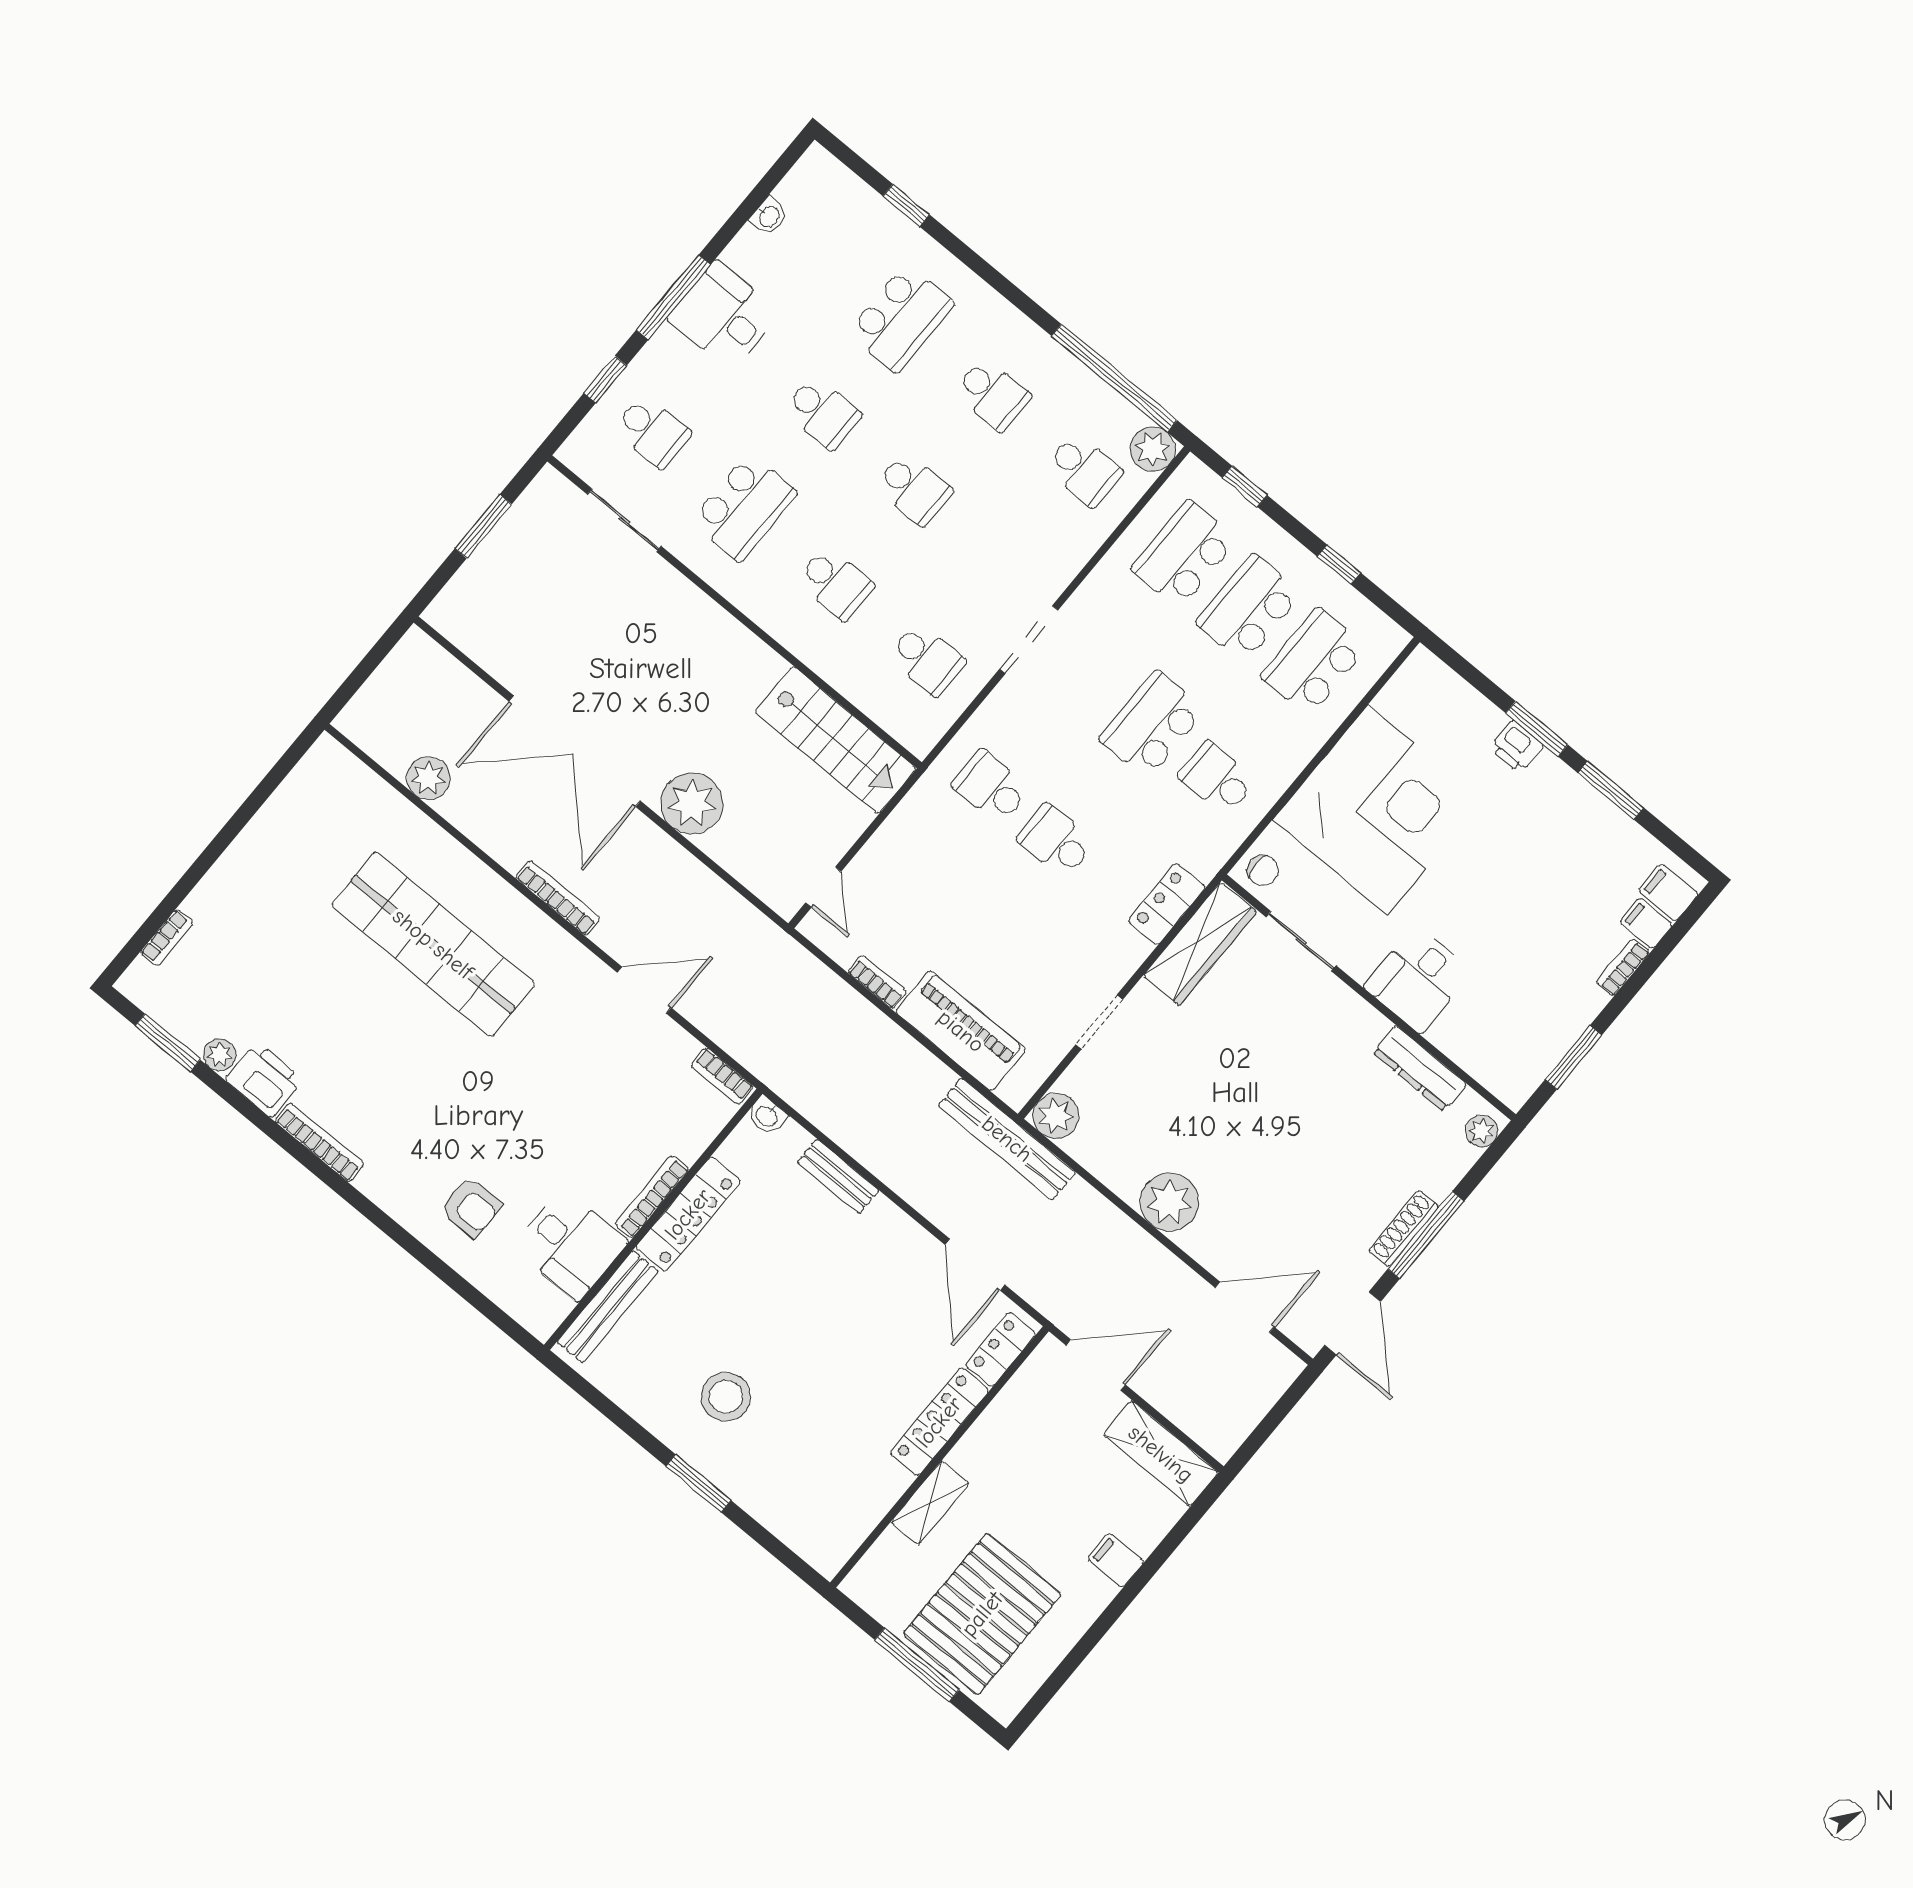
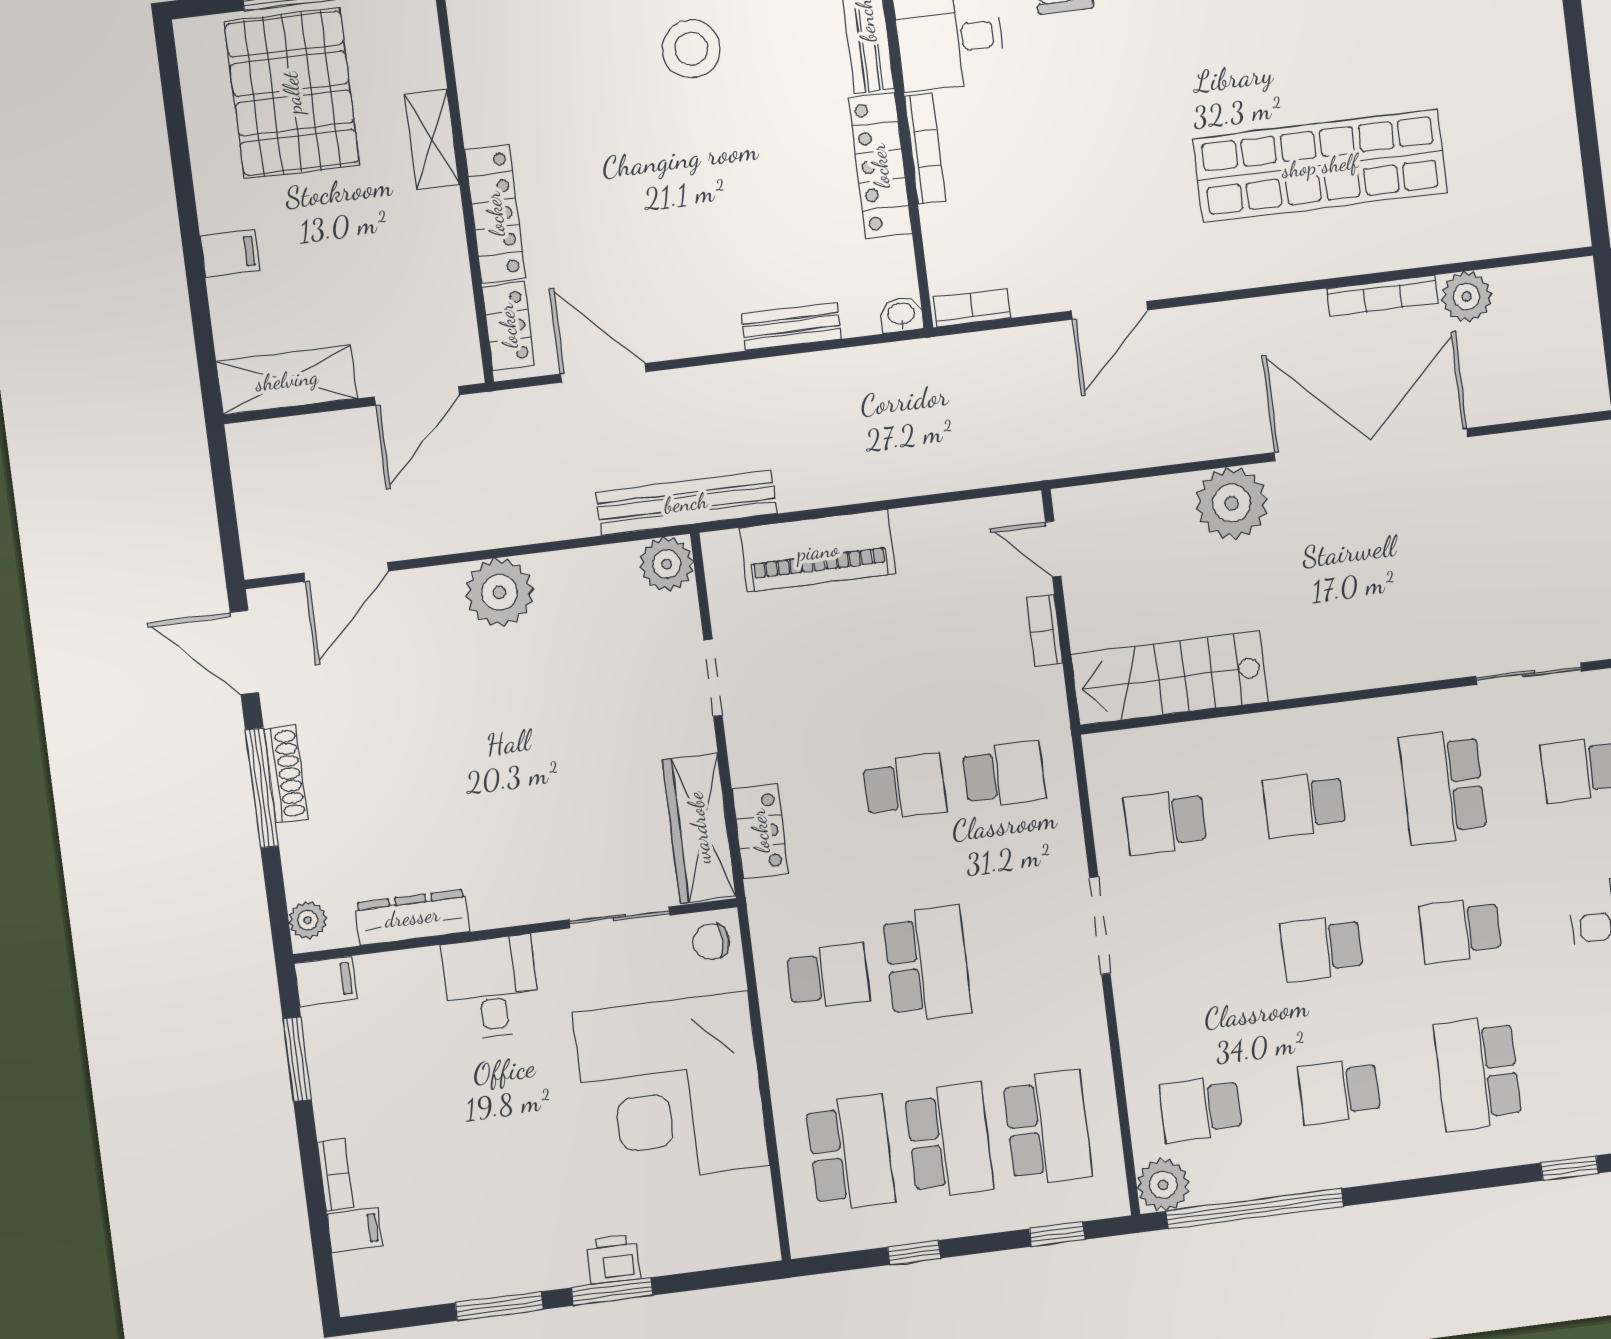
filing cabinet: (1668, 893) -> (326, 981), moved
bookcase: (558, 898) -> (1382, 296), moved
bookcase: (877, 982) -> (1045, 631), moved, turned 90

